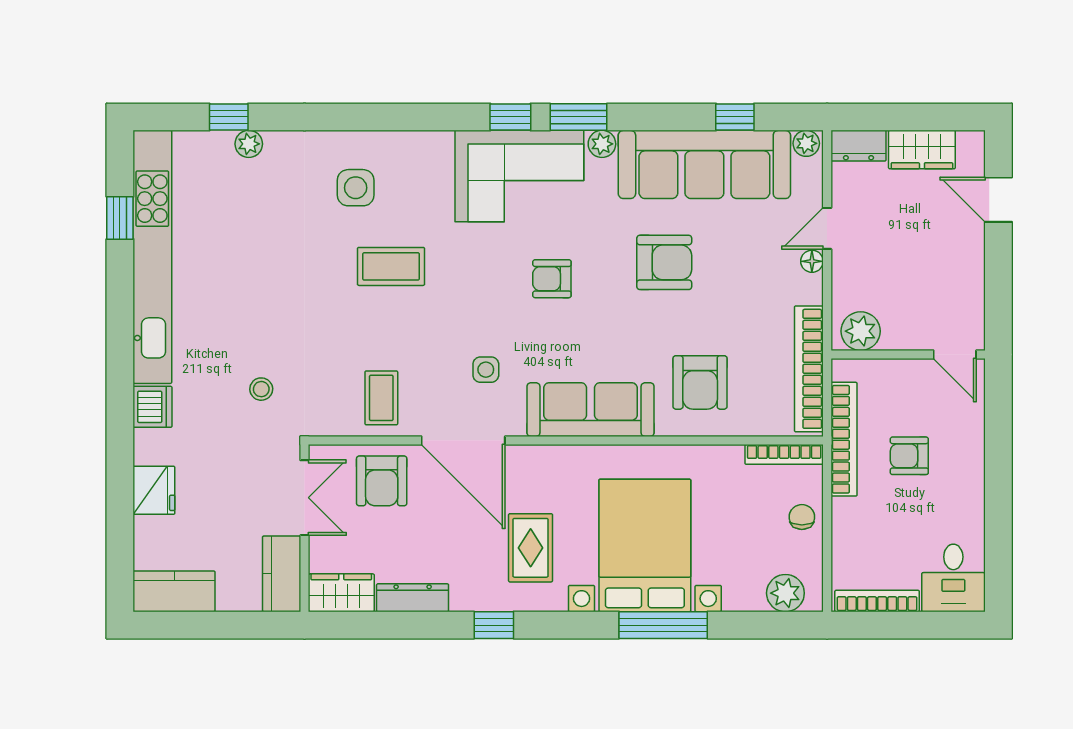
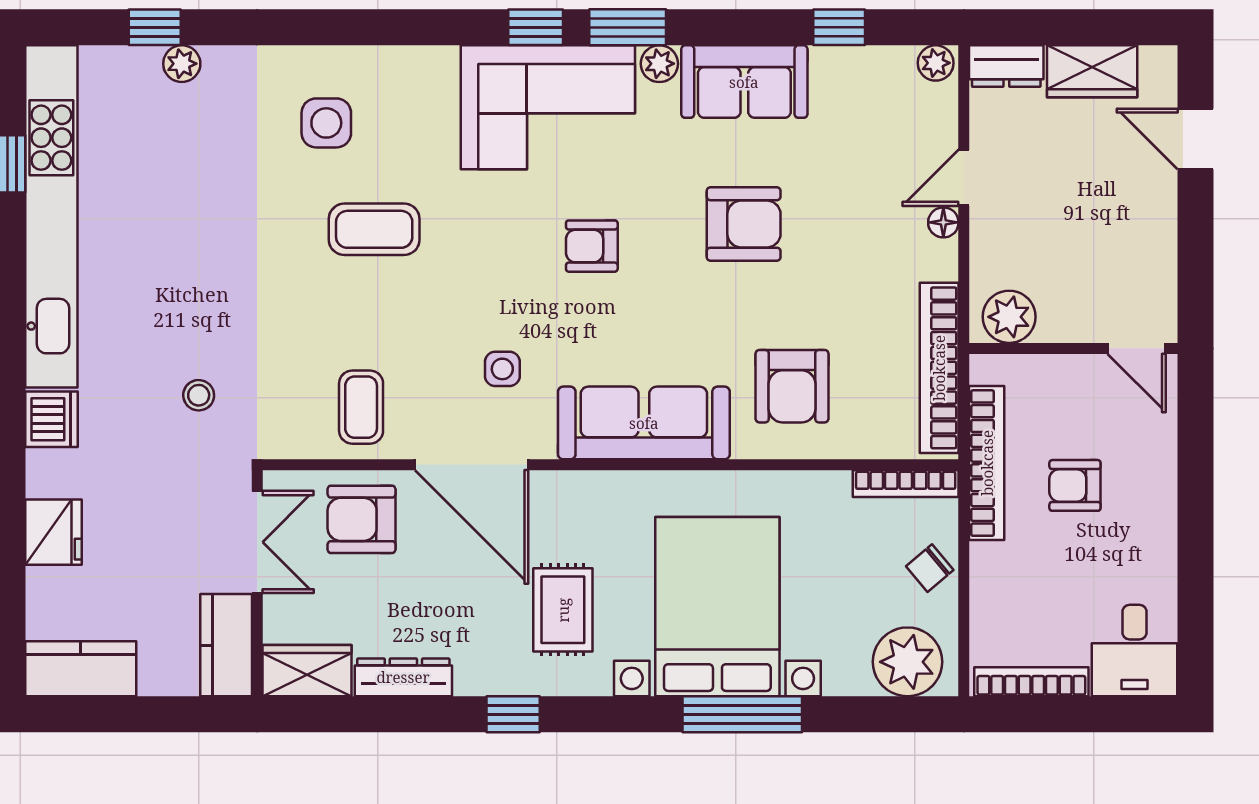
sofa: (704, 164) -> (744, 82), width x0.54, depth x0.79
armchair: (382, 481) -> (362, 519), turned 90
chair: (802, 517) -> (930, 568), turned -130
plant: (785, 593) -> (908, 662), width x1.36, depth x1.36

